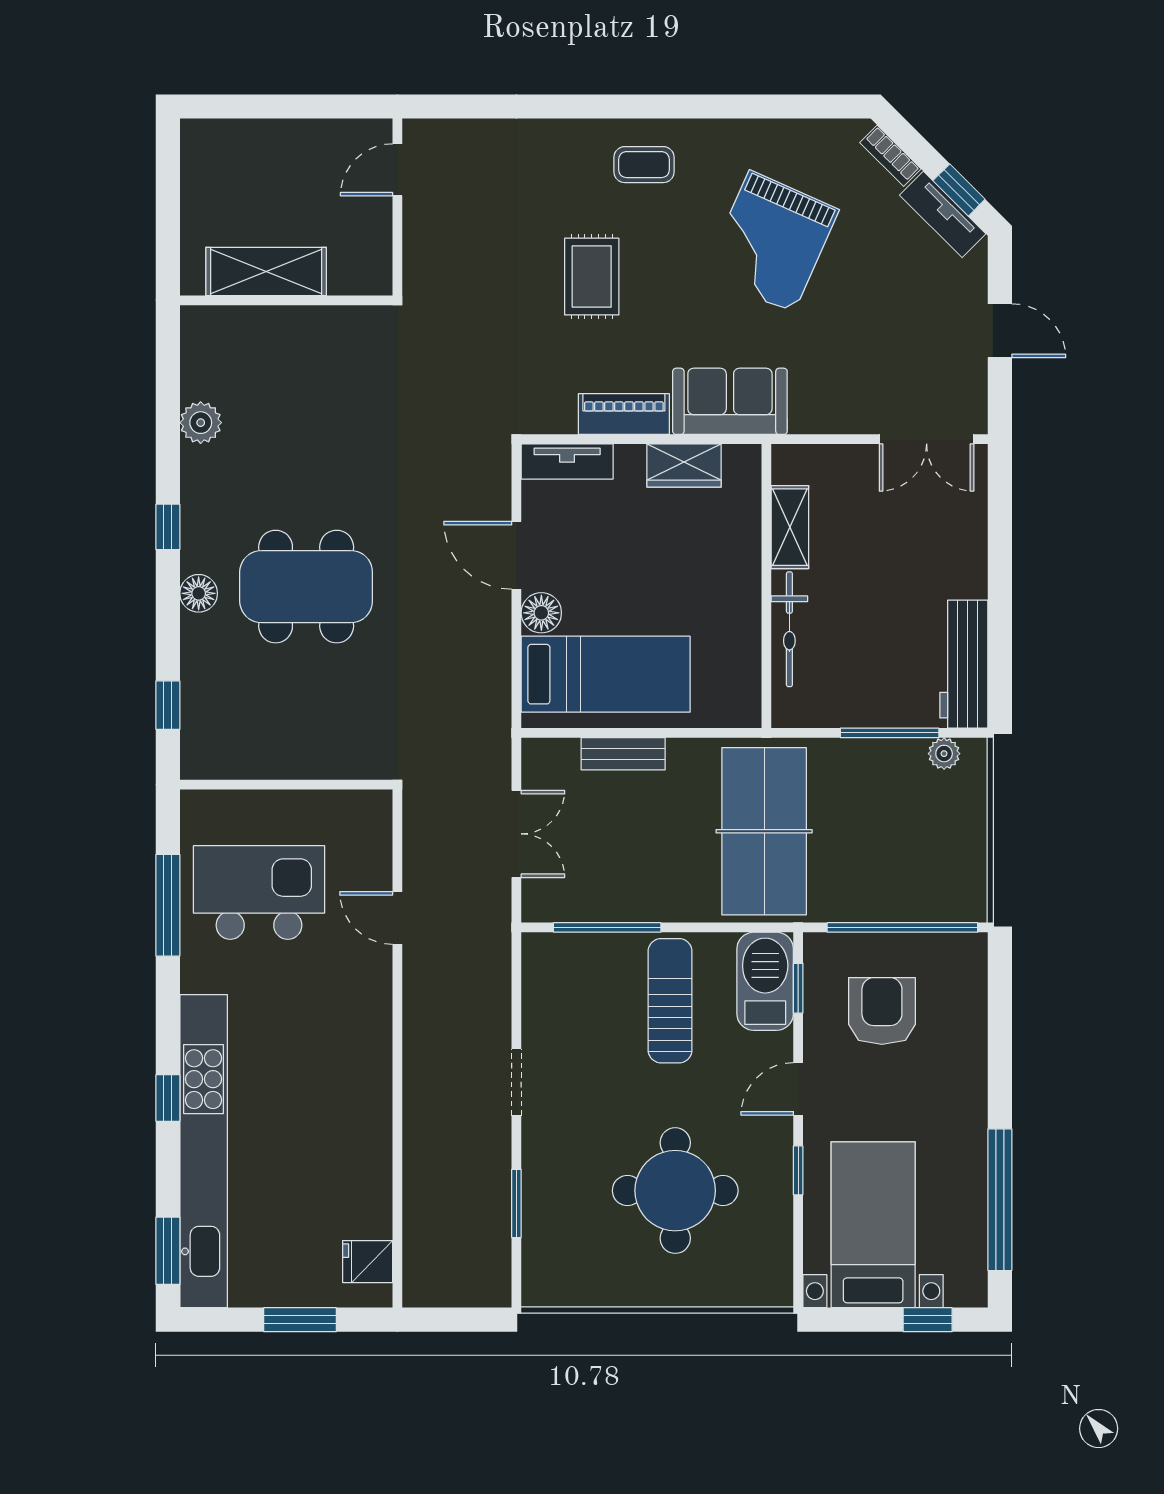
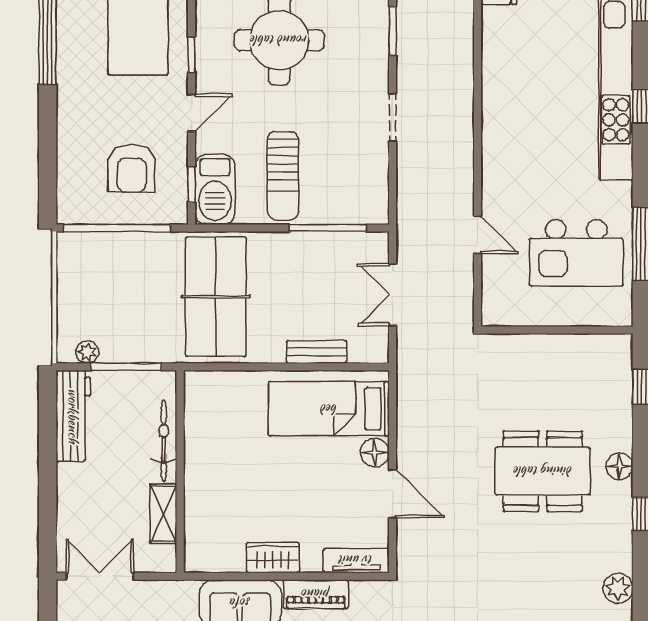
shelving: (790, 527) -> (163, 514), moved
wall: (766, 586) -> (180, 472), moved
bicycle: (789, 629) -> (164, 441), moved

